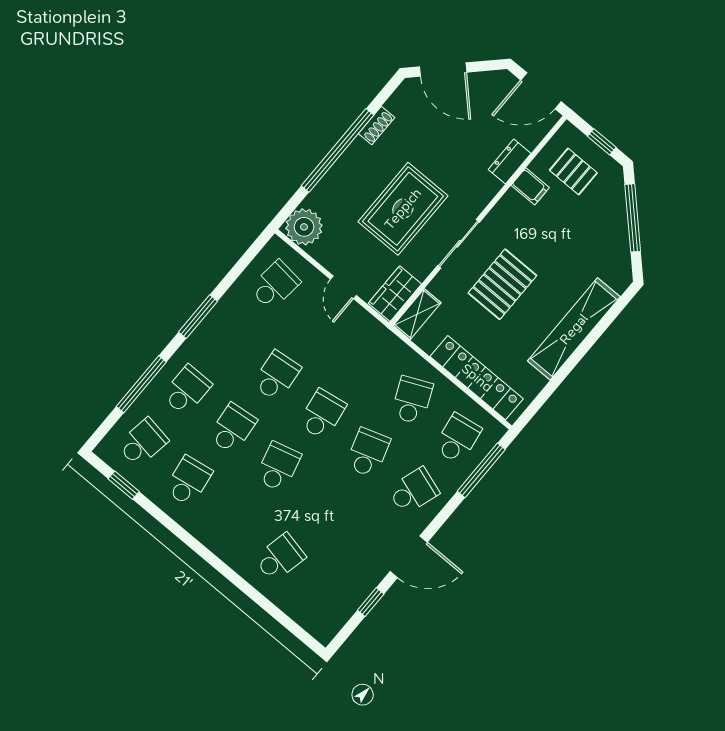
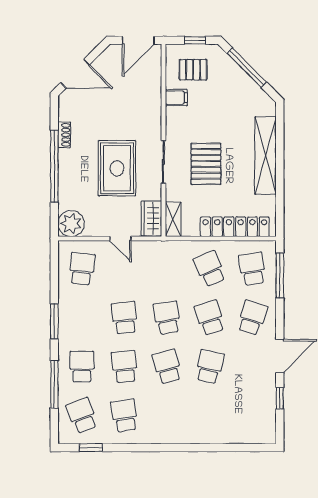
dresser: (510, 161) -> (154, 93), removed
school desk: (143, 443) -> (82, 416), turned -30
school desk: (280, 558) -> (210, 367), moved

